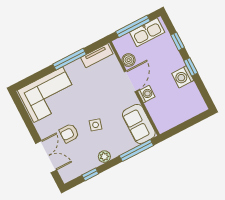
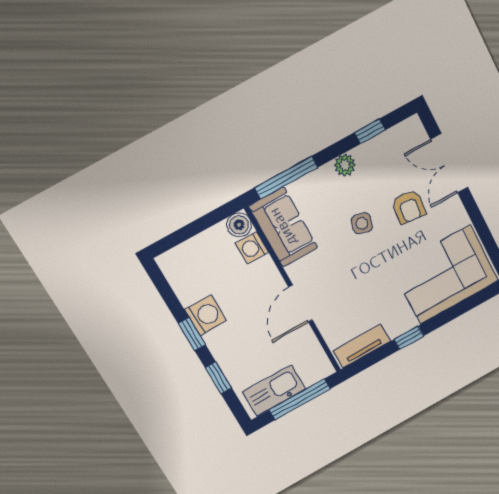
window: (70, 59) -> (409, 338), width x0.46
boiler: (129, 60) -> (239, 225), moved
washing machine: (146, 94) -> (252, 248), moved
armchair: (69, 133) -> (409, 207), turned 96

